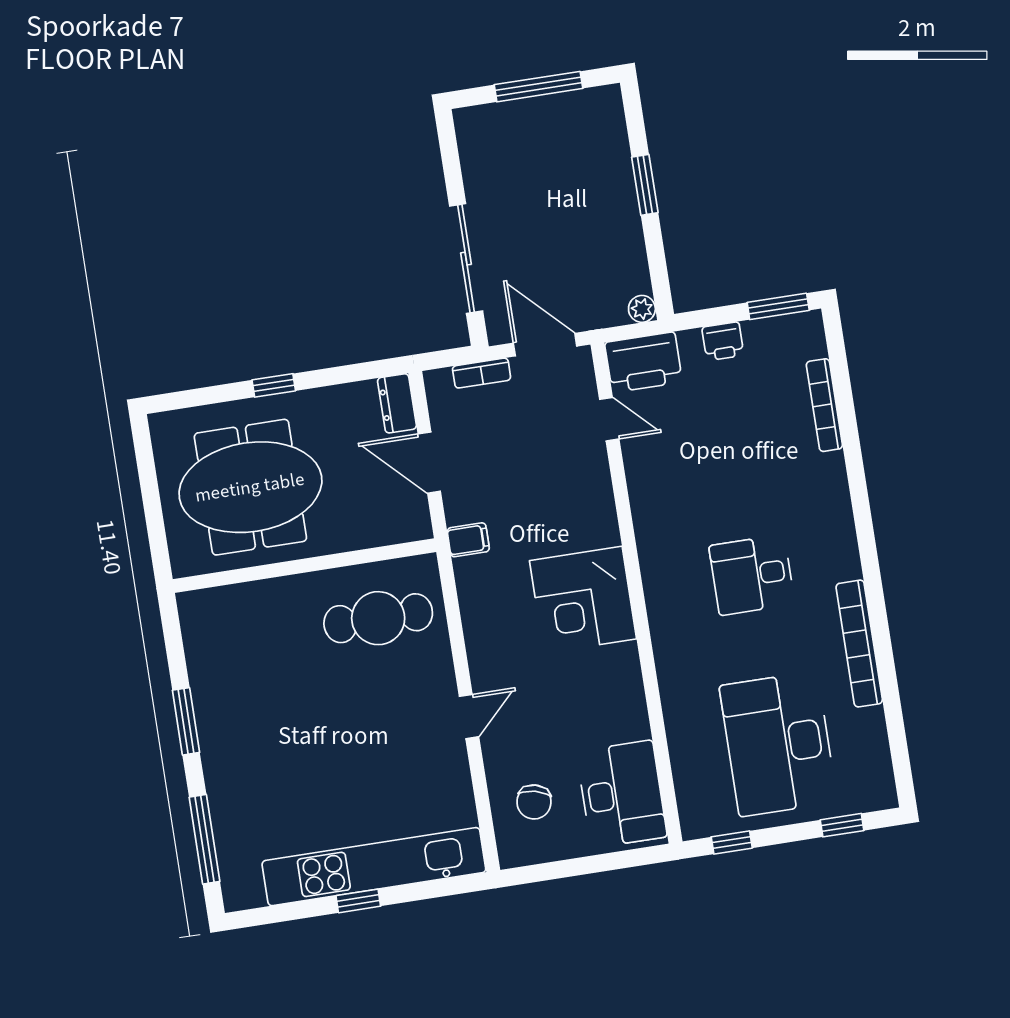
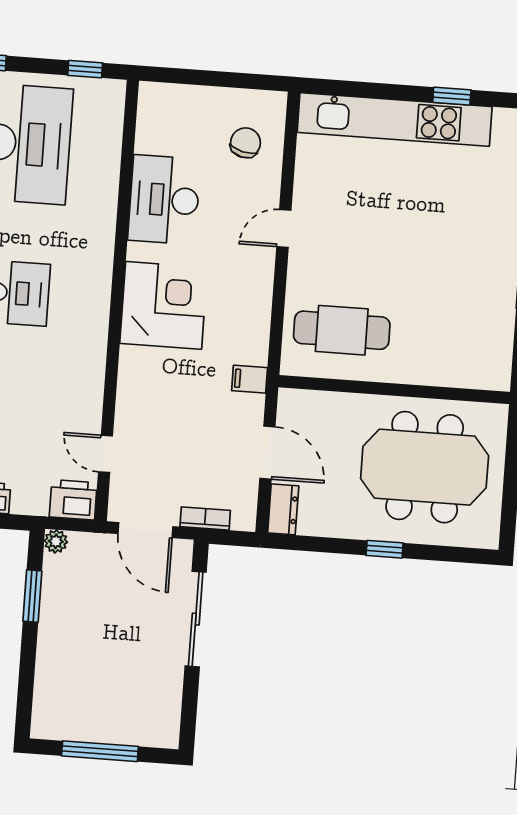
window: (645, 185) -> (32, 596), moved
printer: (644, 362) -> (73, 500), width x0.73, depth x0.84
desk: (622, 794) -> (164, 200), moved
window: (358, 901) -> (452, 96), moved

